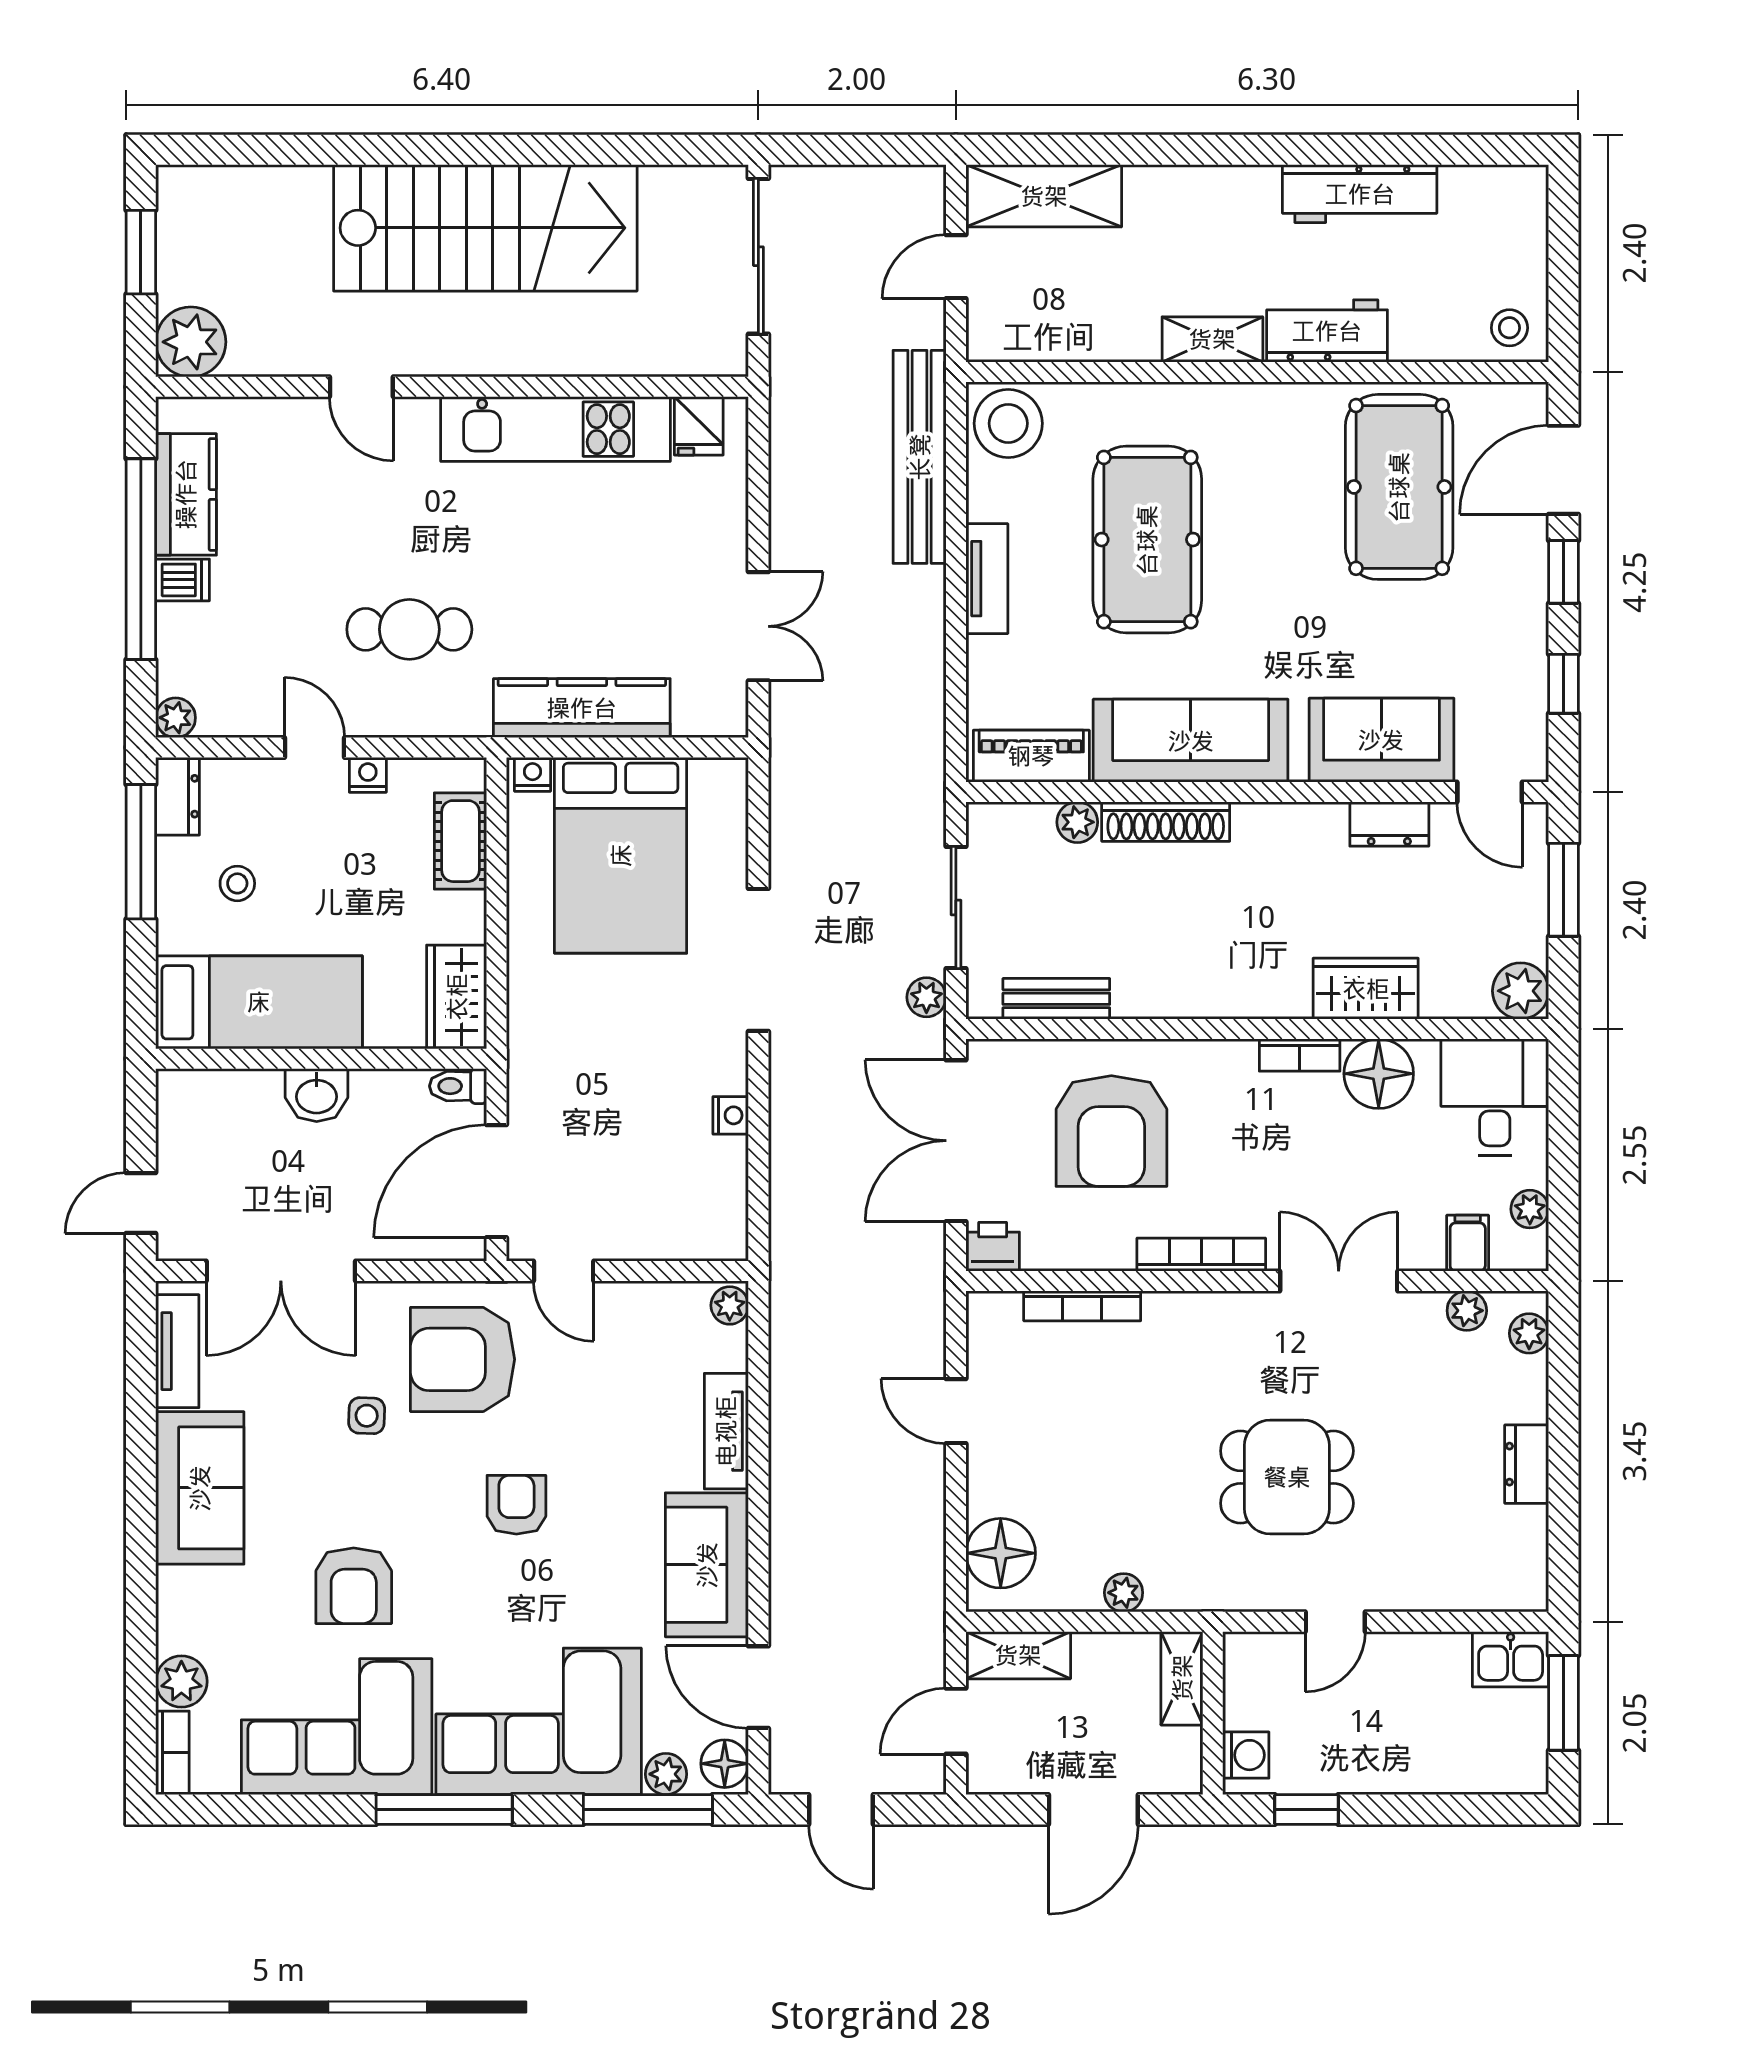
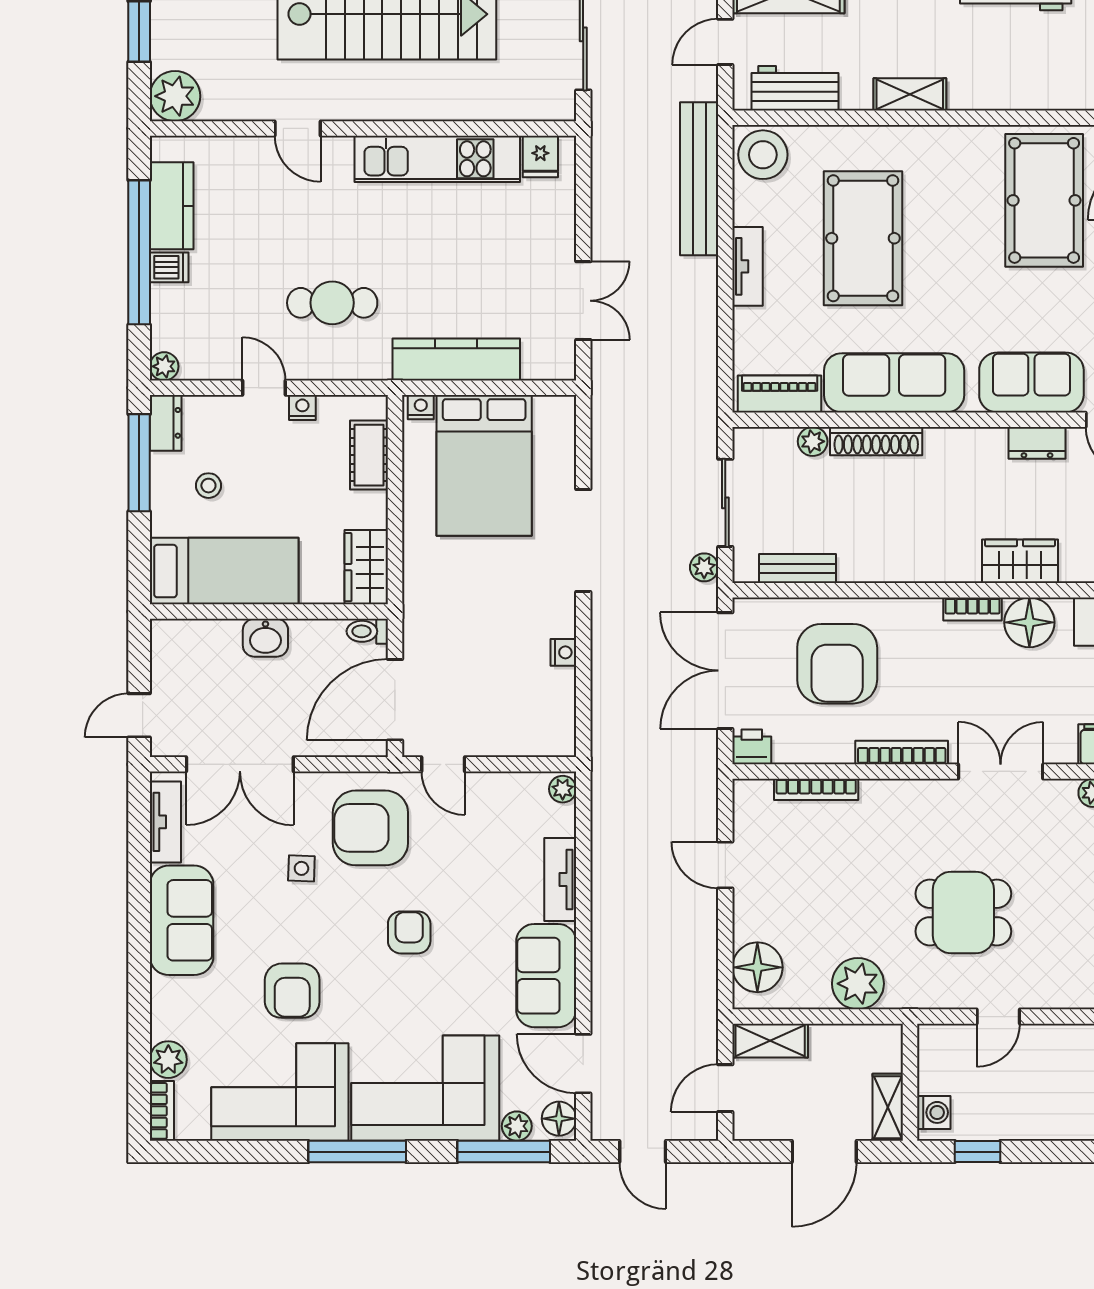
workbench: (1327, 331) -> (795, 88), moved
plant: (1124, 1593) -> (858, 984), width x1.88, depth x1.88
shelving: (1182, 1678) -> (888, 1107), moved

